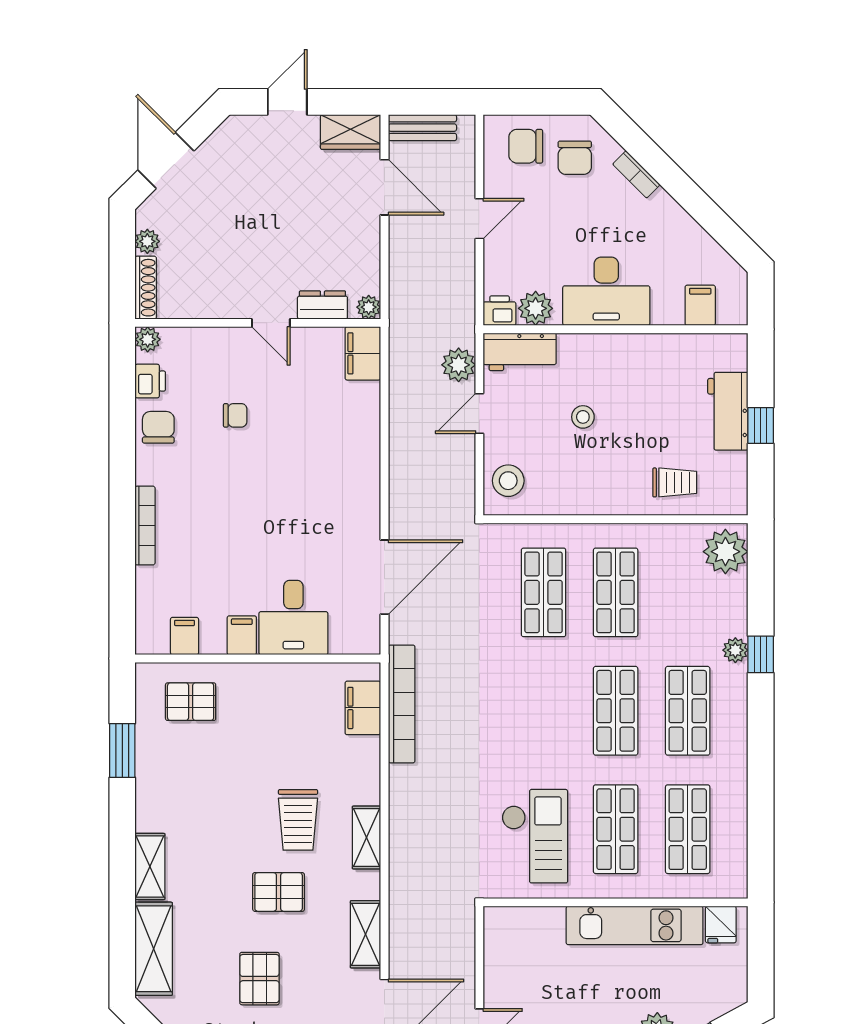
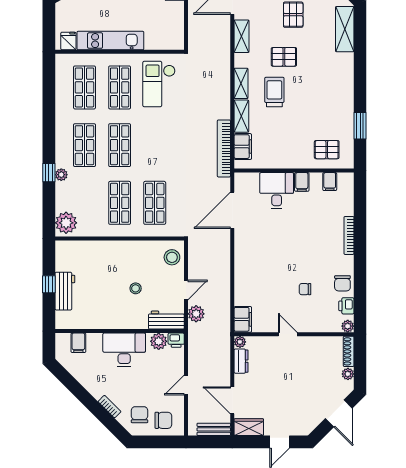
dresser: (322, 305) -> (241, 361), moved, turned -90
trolley: (675, 482) -> (91, 256), removed
shelving: (150, 867) -> (241, 116), moved

